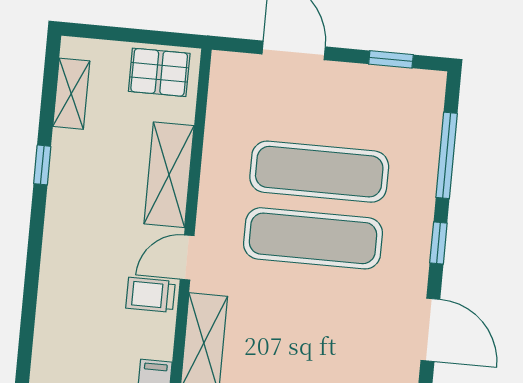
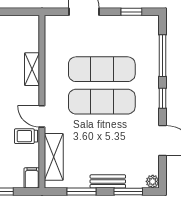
pallet: (159, 72) -> (20, 28), removed
shelving: (169, 175) -> (32, 69), width x0.67, depth x0.75
door: (187, 257) -> (42, 116), hinge flipped

